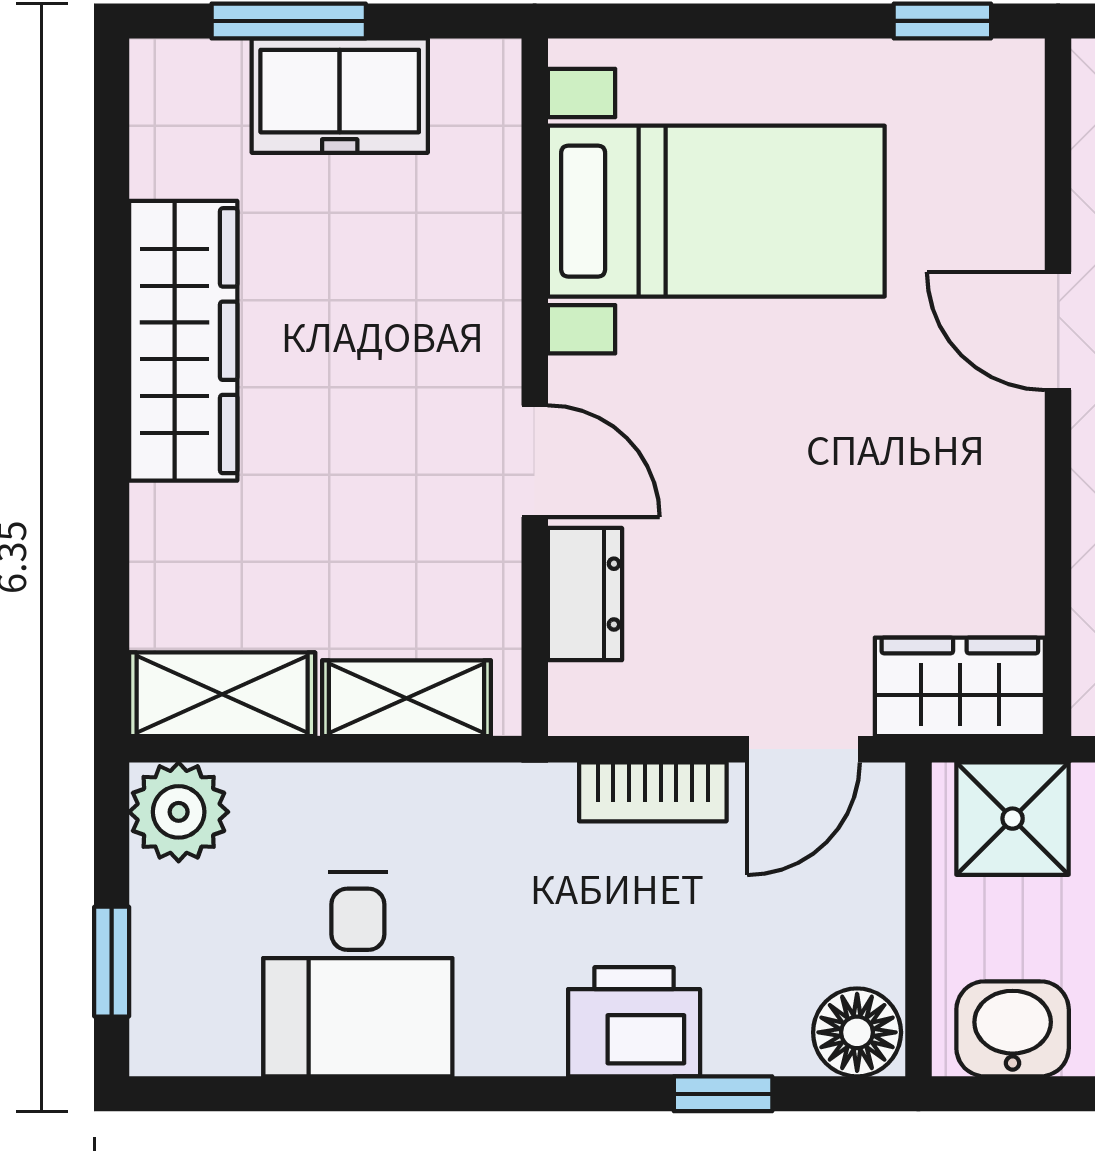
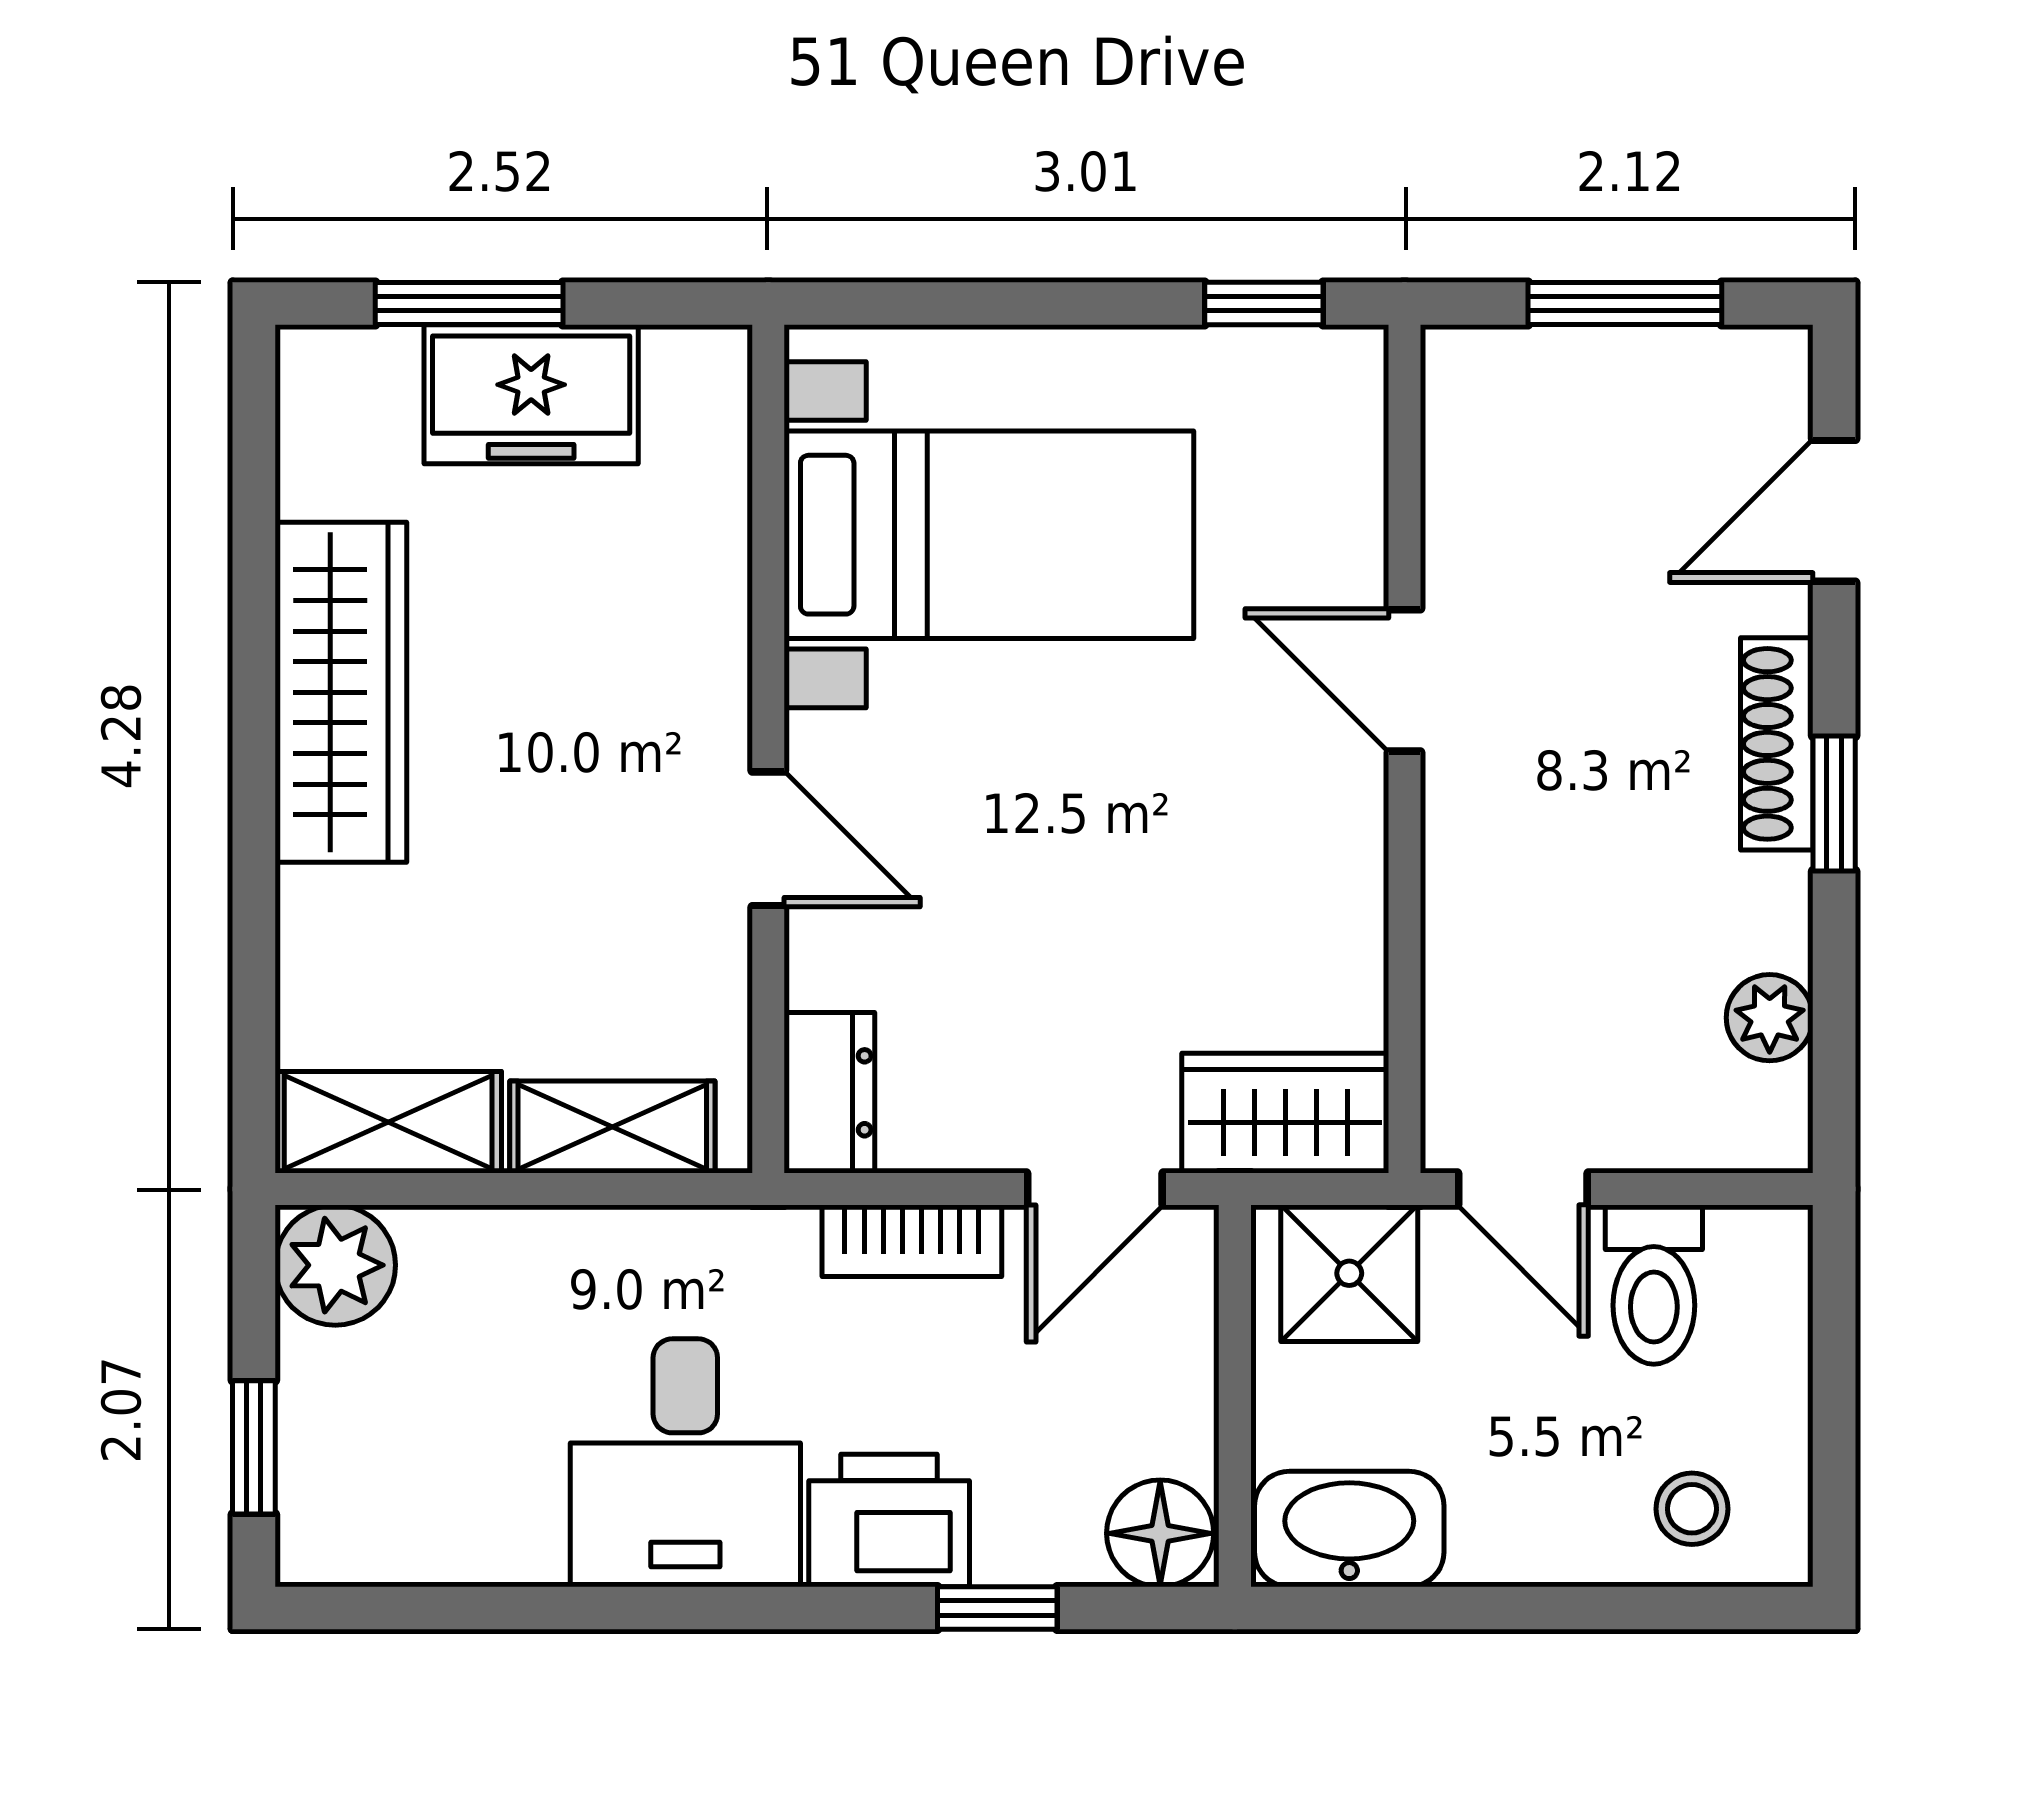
dresser: (585, 594) -> (829, 1093), moved
desk: (358, 974) -> (685, 1463), moved
washbasin: (1013, 1029) -> (1349, 1529), width x1.38

